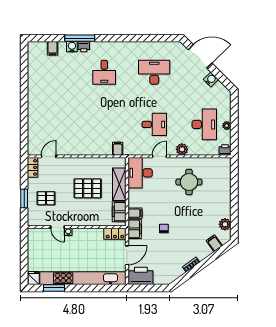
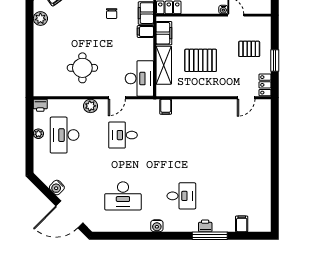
water cooler: (72, 47) -> (157, 226), moved
desk: (104, 72) -> (181, 196), turned 90
window: (24, 198) -> (275, 61), moved

